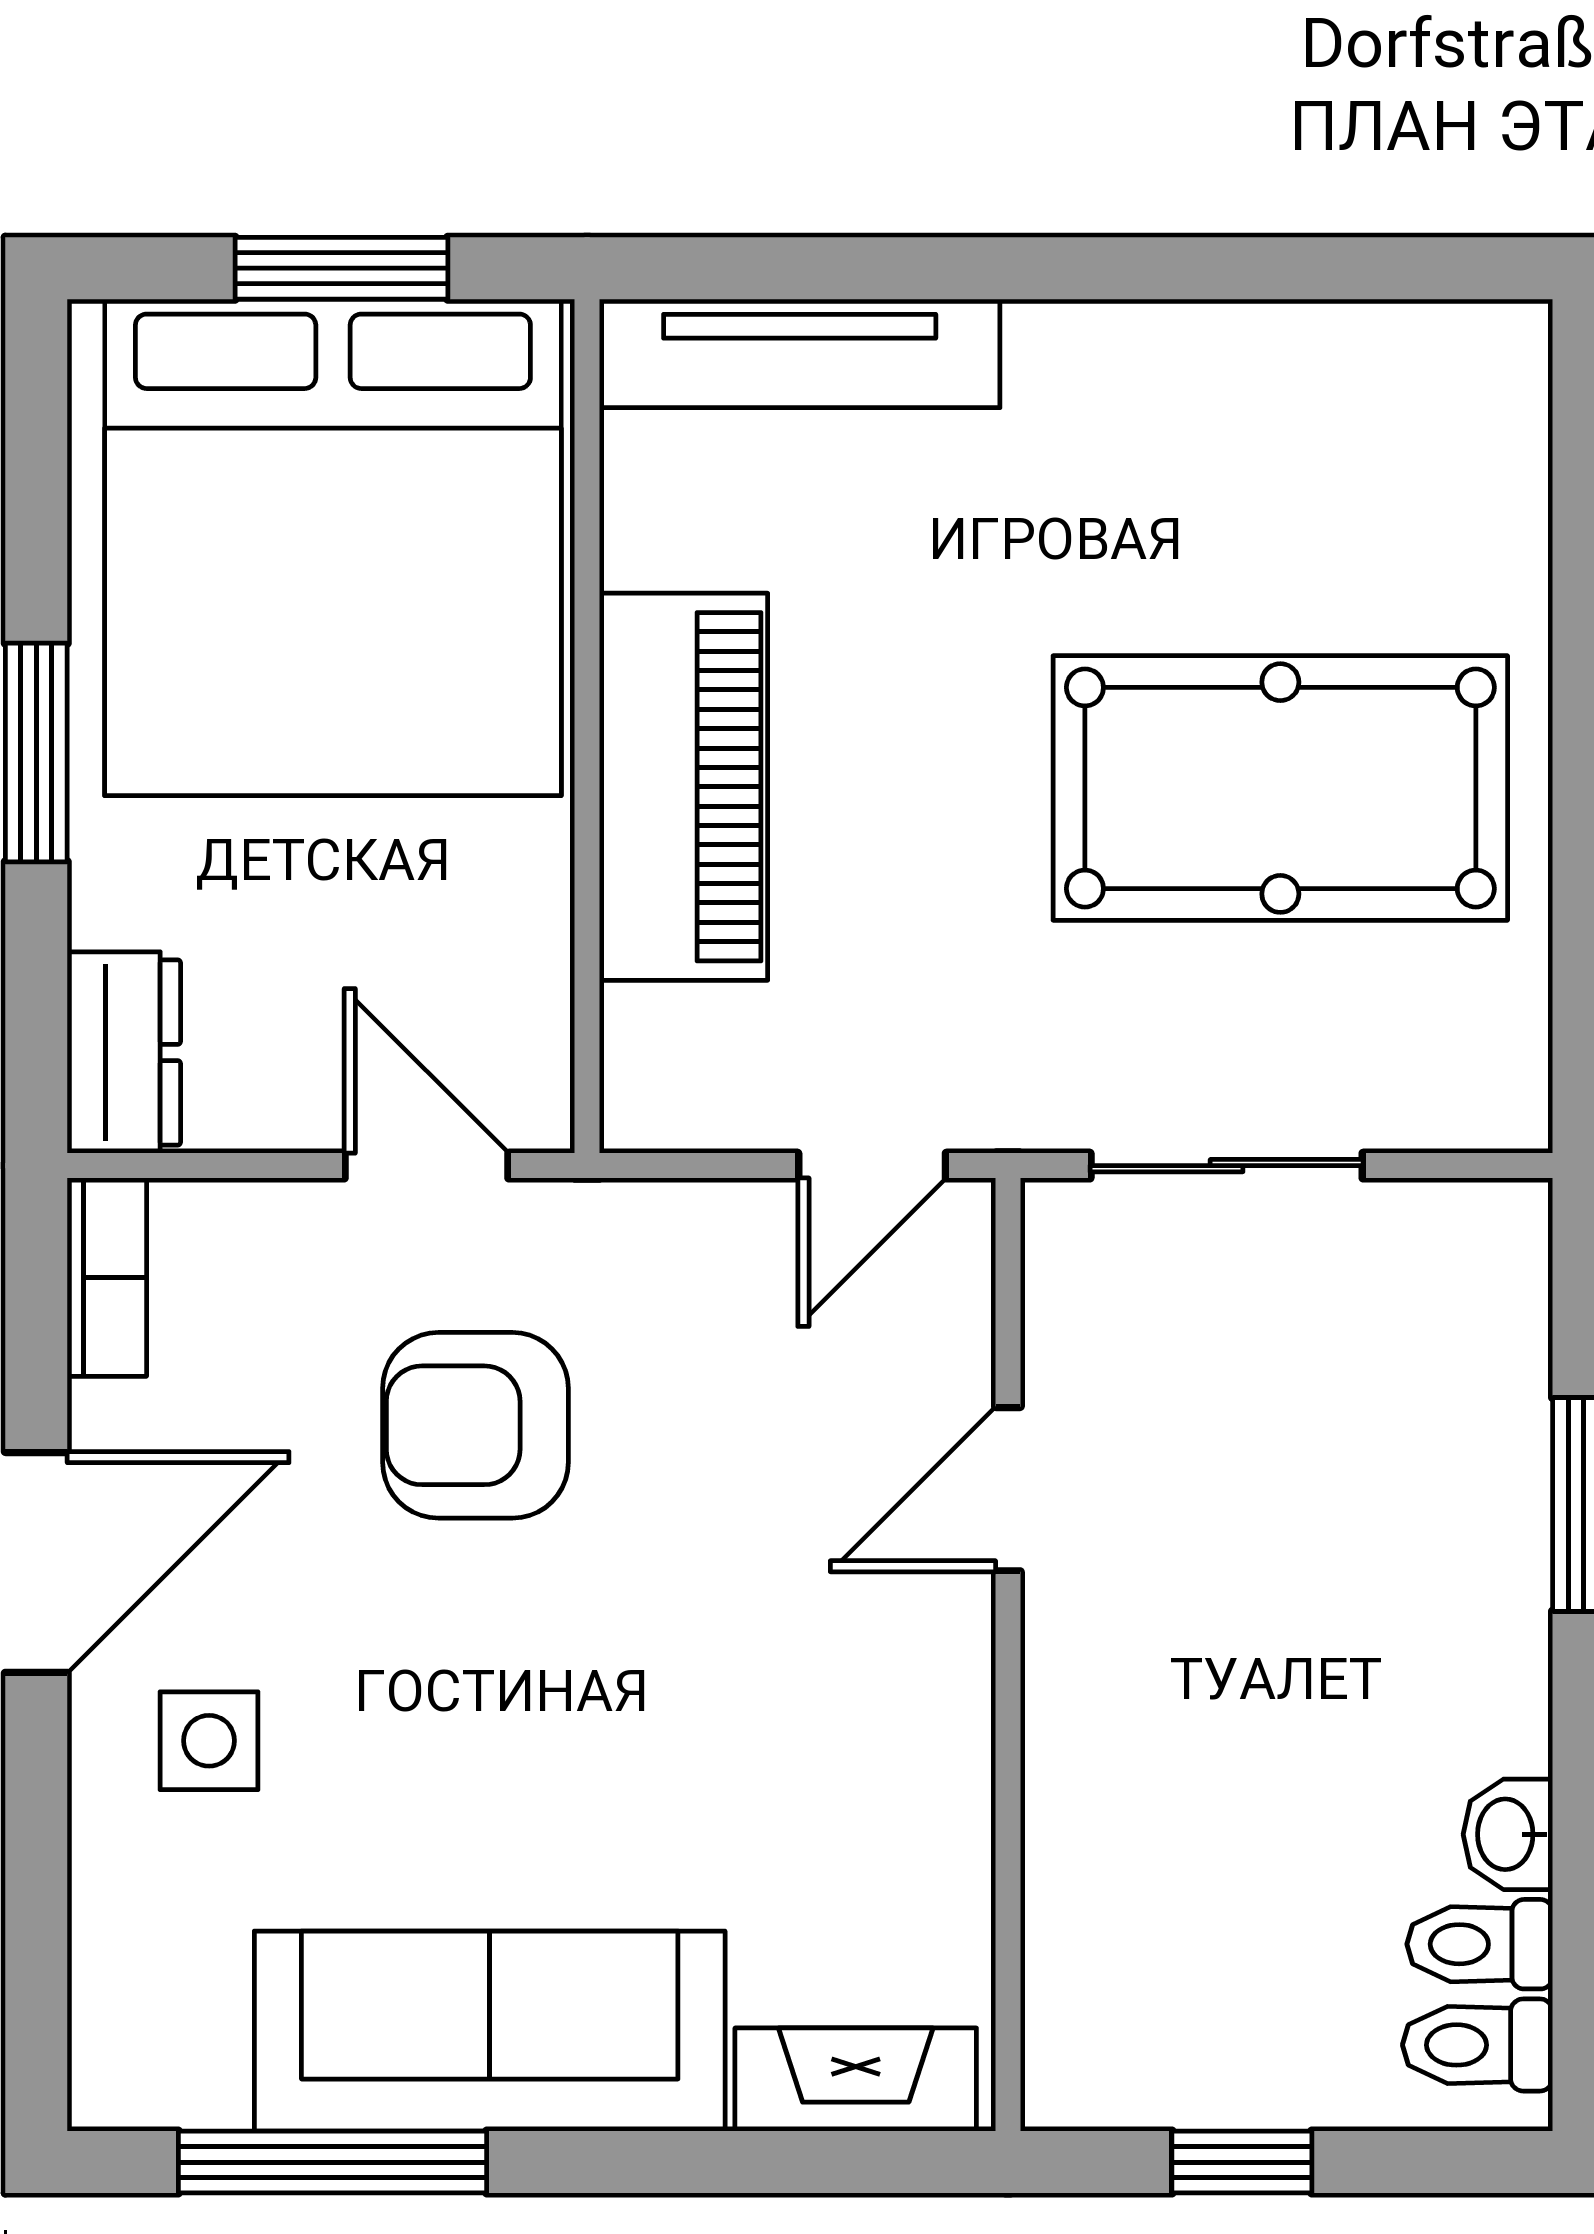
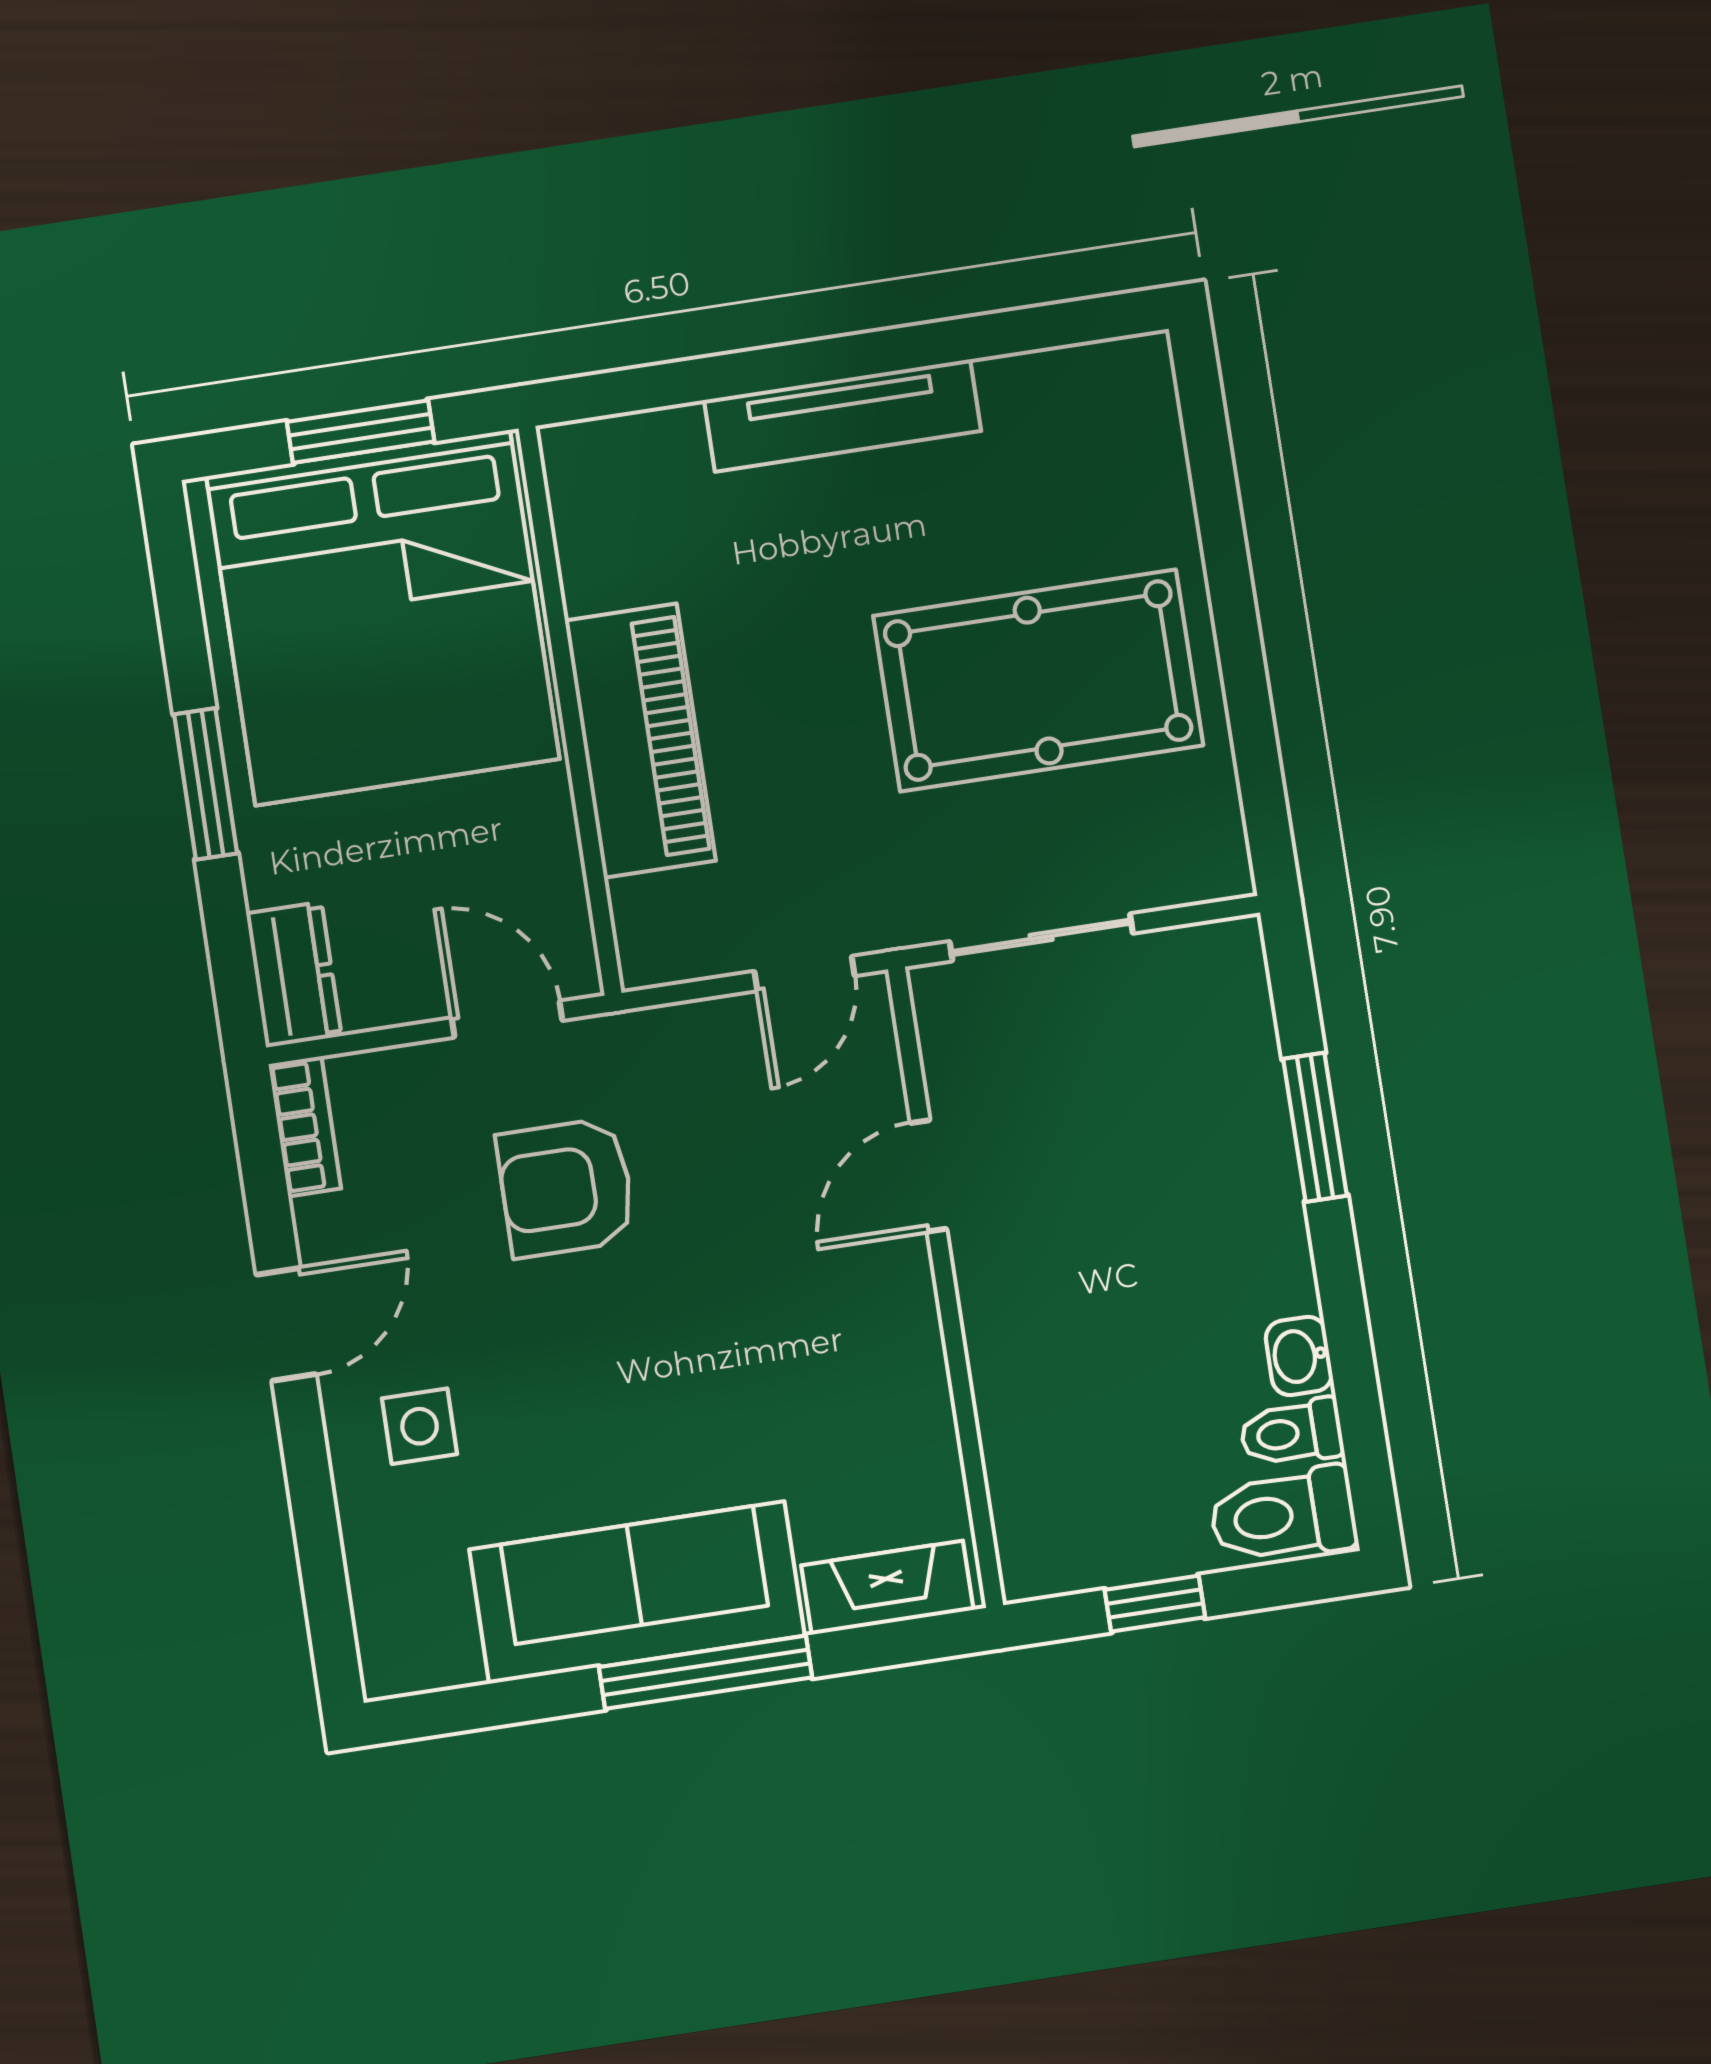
tv unit: (800, 353) -> (842, 415), moved
door: (36, 1562) -> (286, 1324), width x0.73
toilet: (1478, 2045) -> (1283, 1515), width x1.37, depth x1.39
window: (332, 2162) -> (705, 1672), moved

